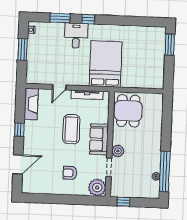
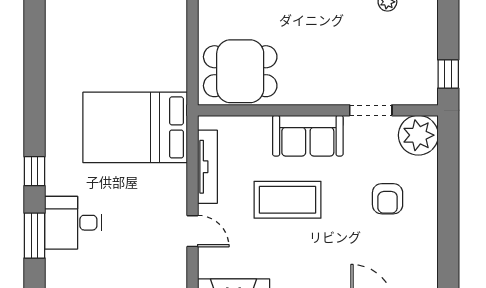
desk: (76, 36) -> (73, 223), moved
plant: (118, 151) -> (333, 91), removed

